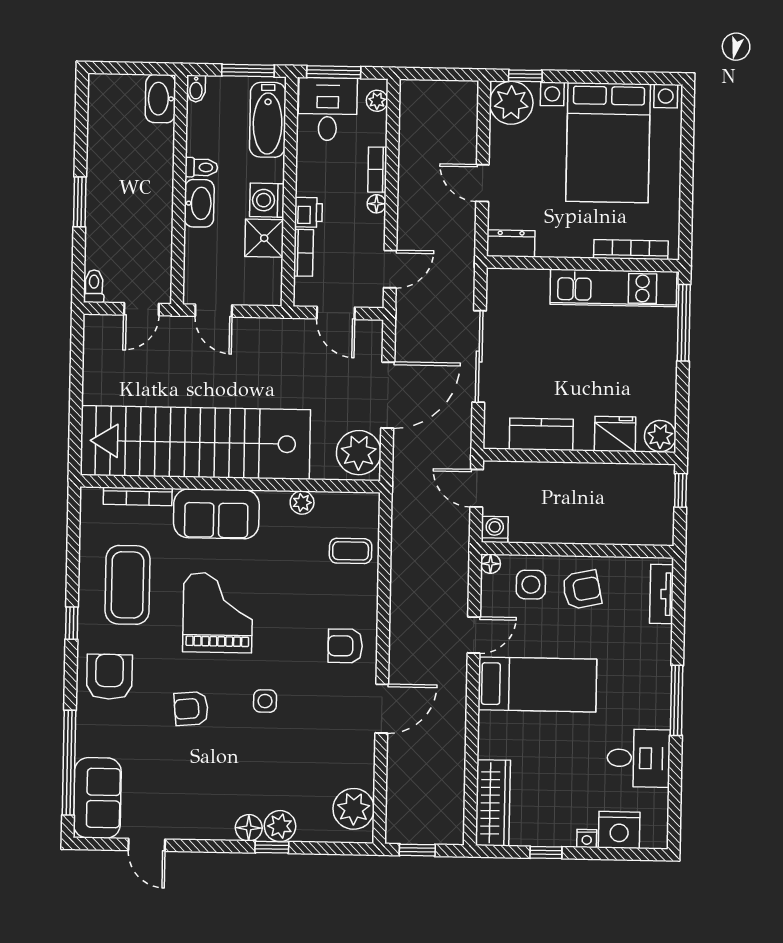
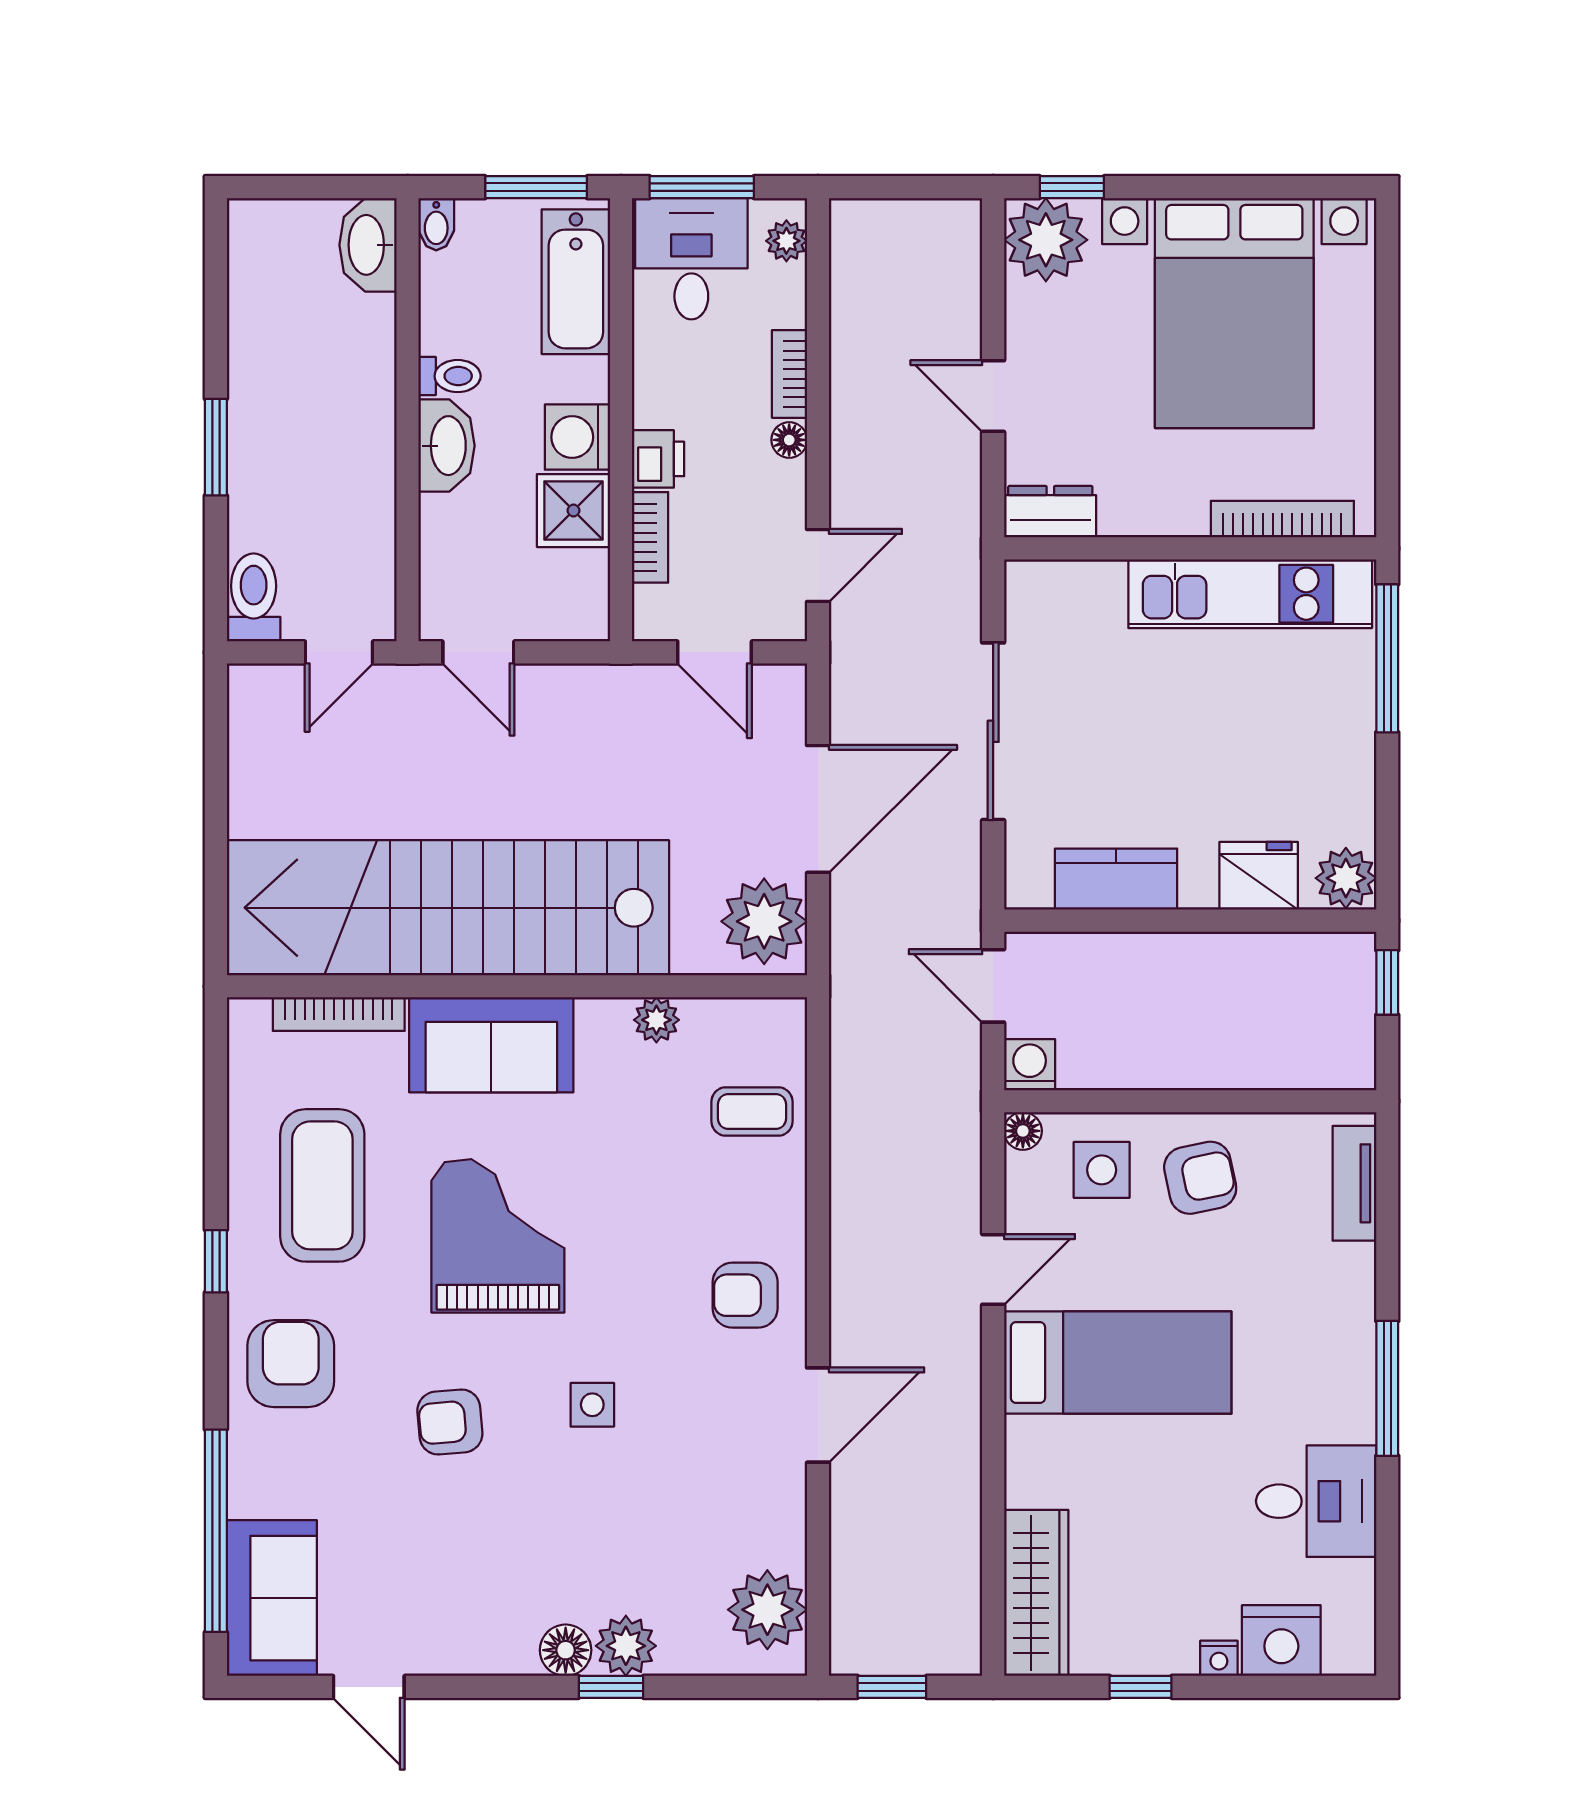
toilet: (94, 286) -> (254, 597), width x1.37, depth x1.39

